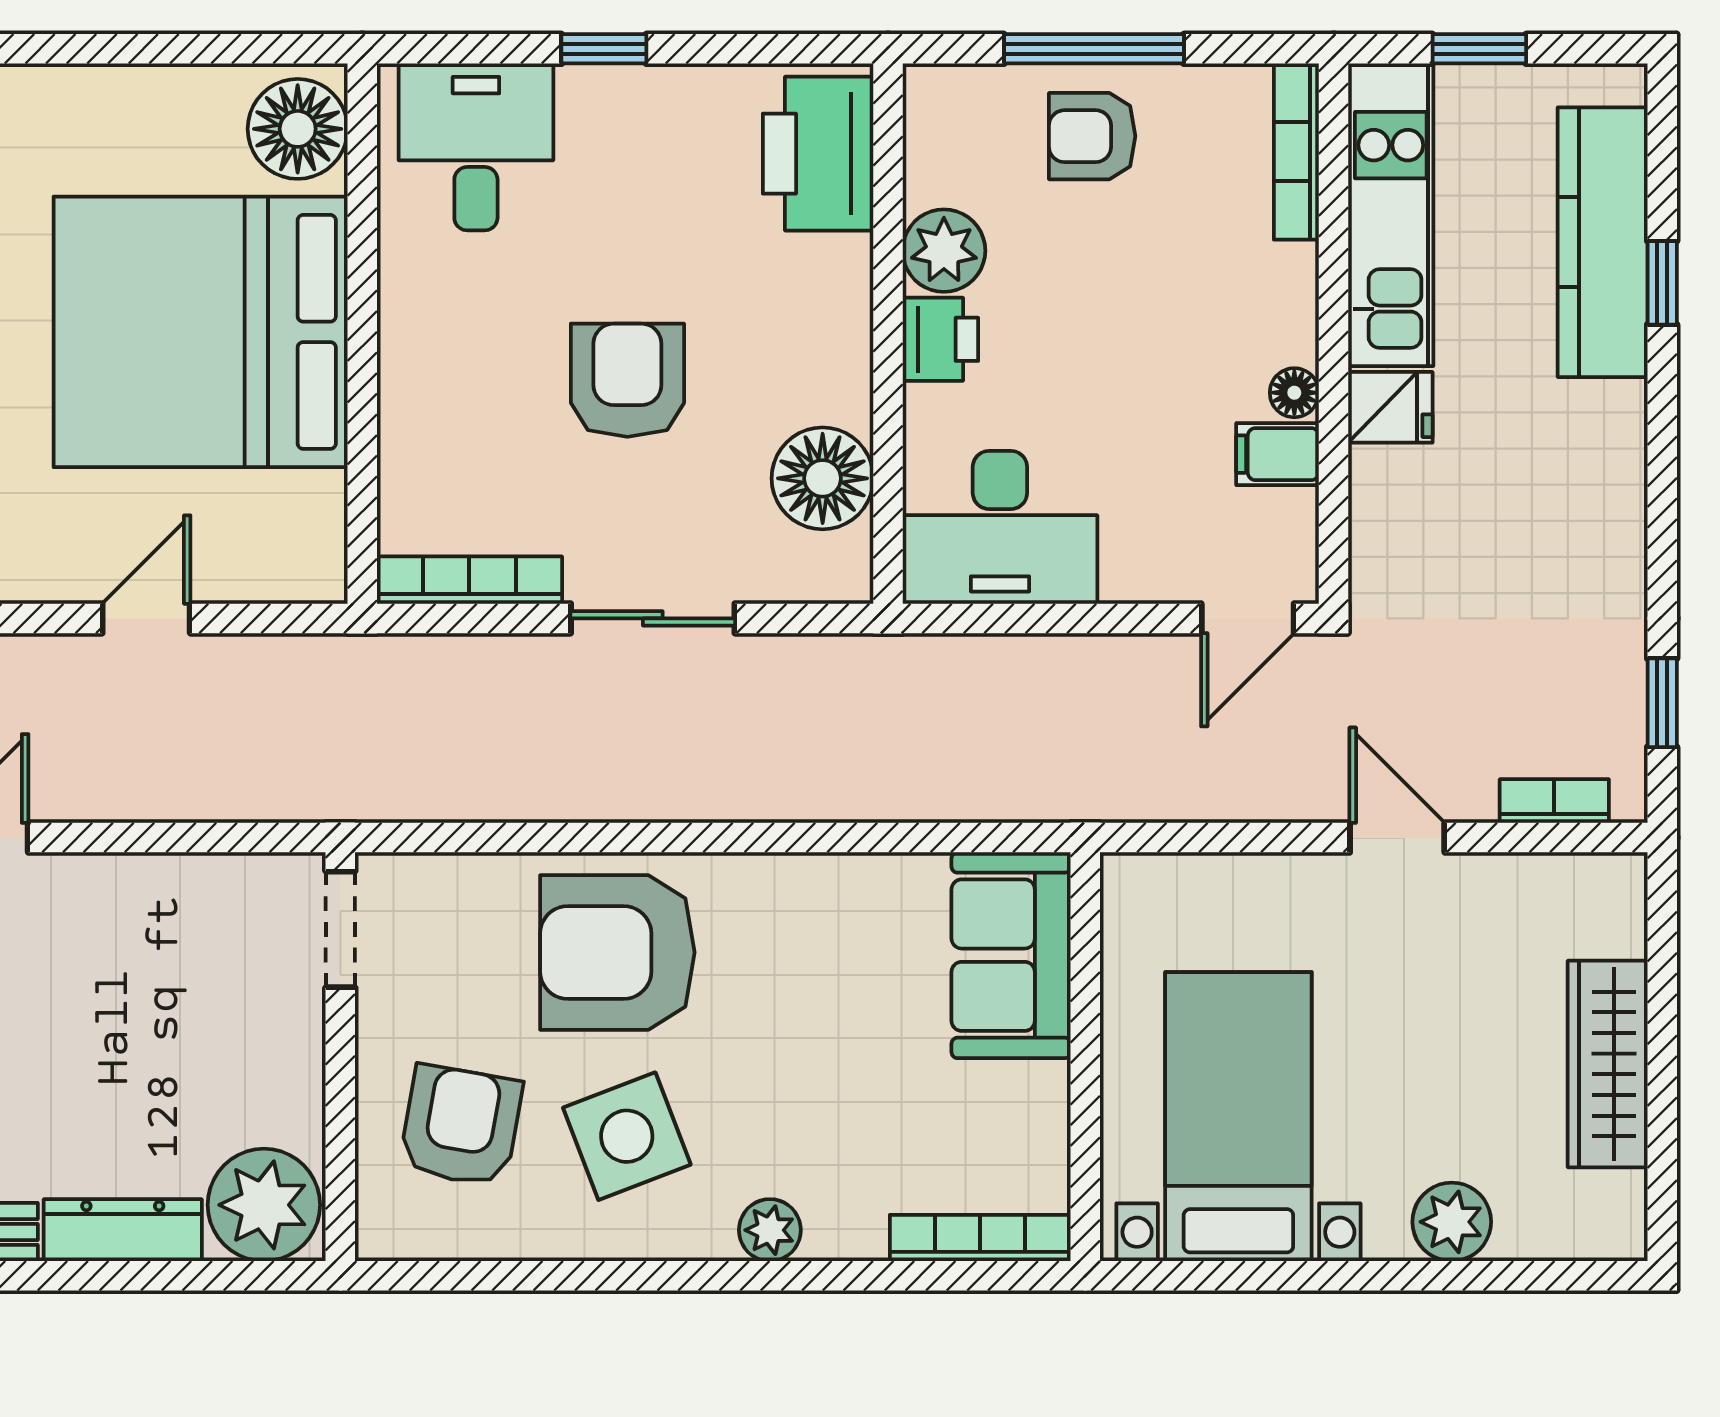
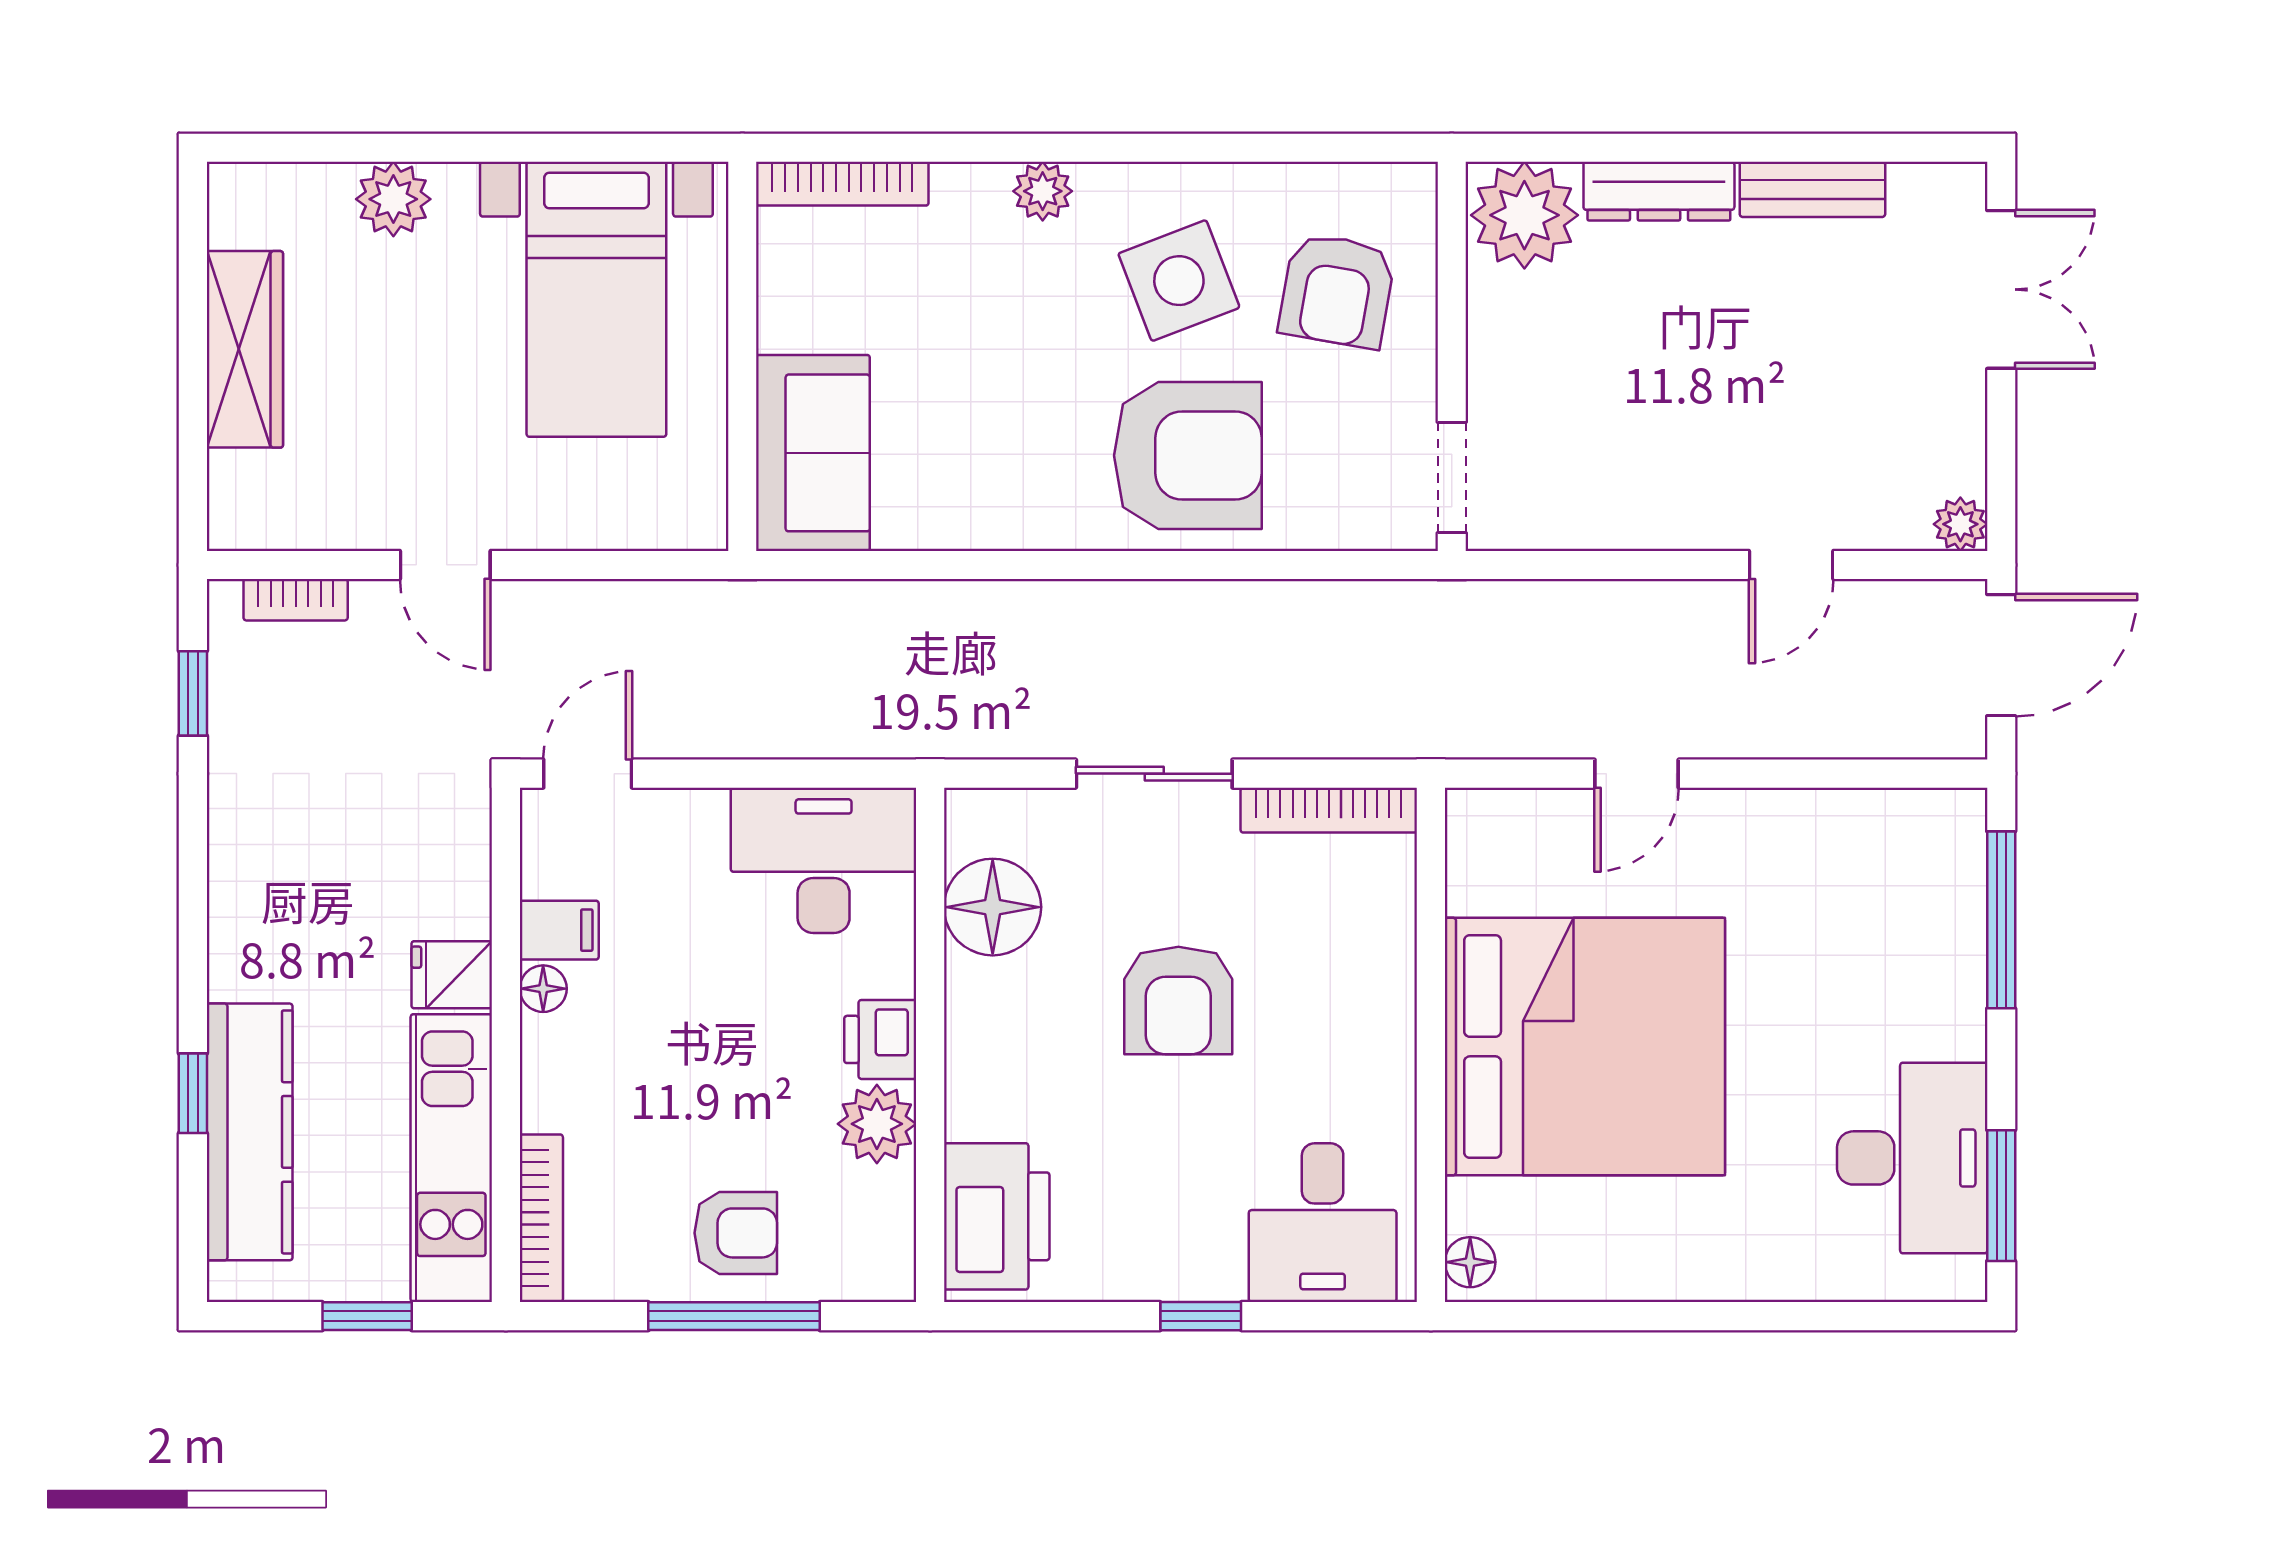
floor lamp: (298, 129) -> (1470, 1262), width x0.53, depth x0.53

